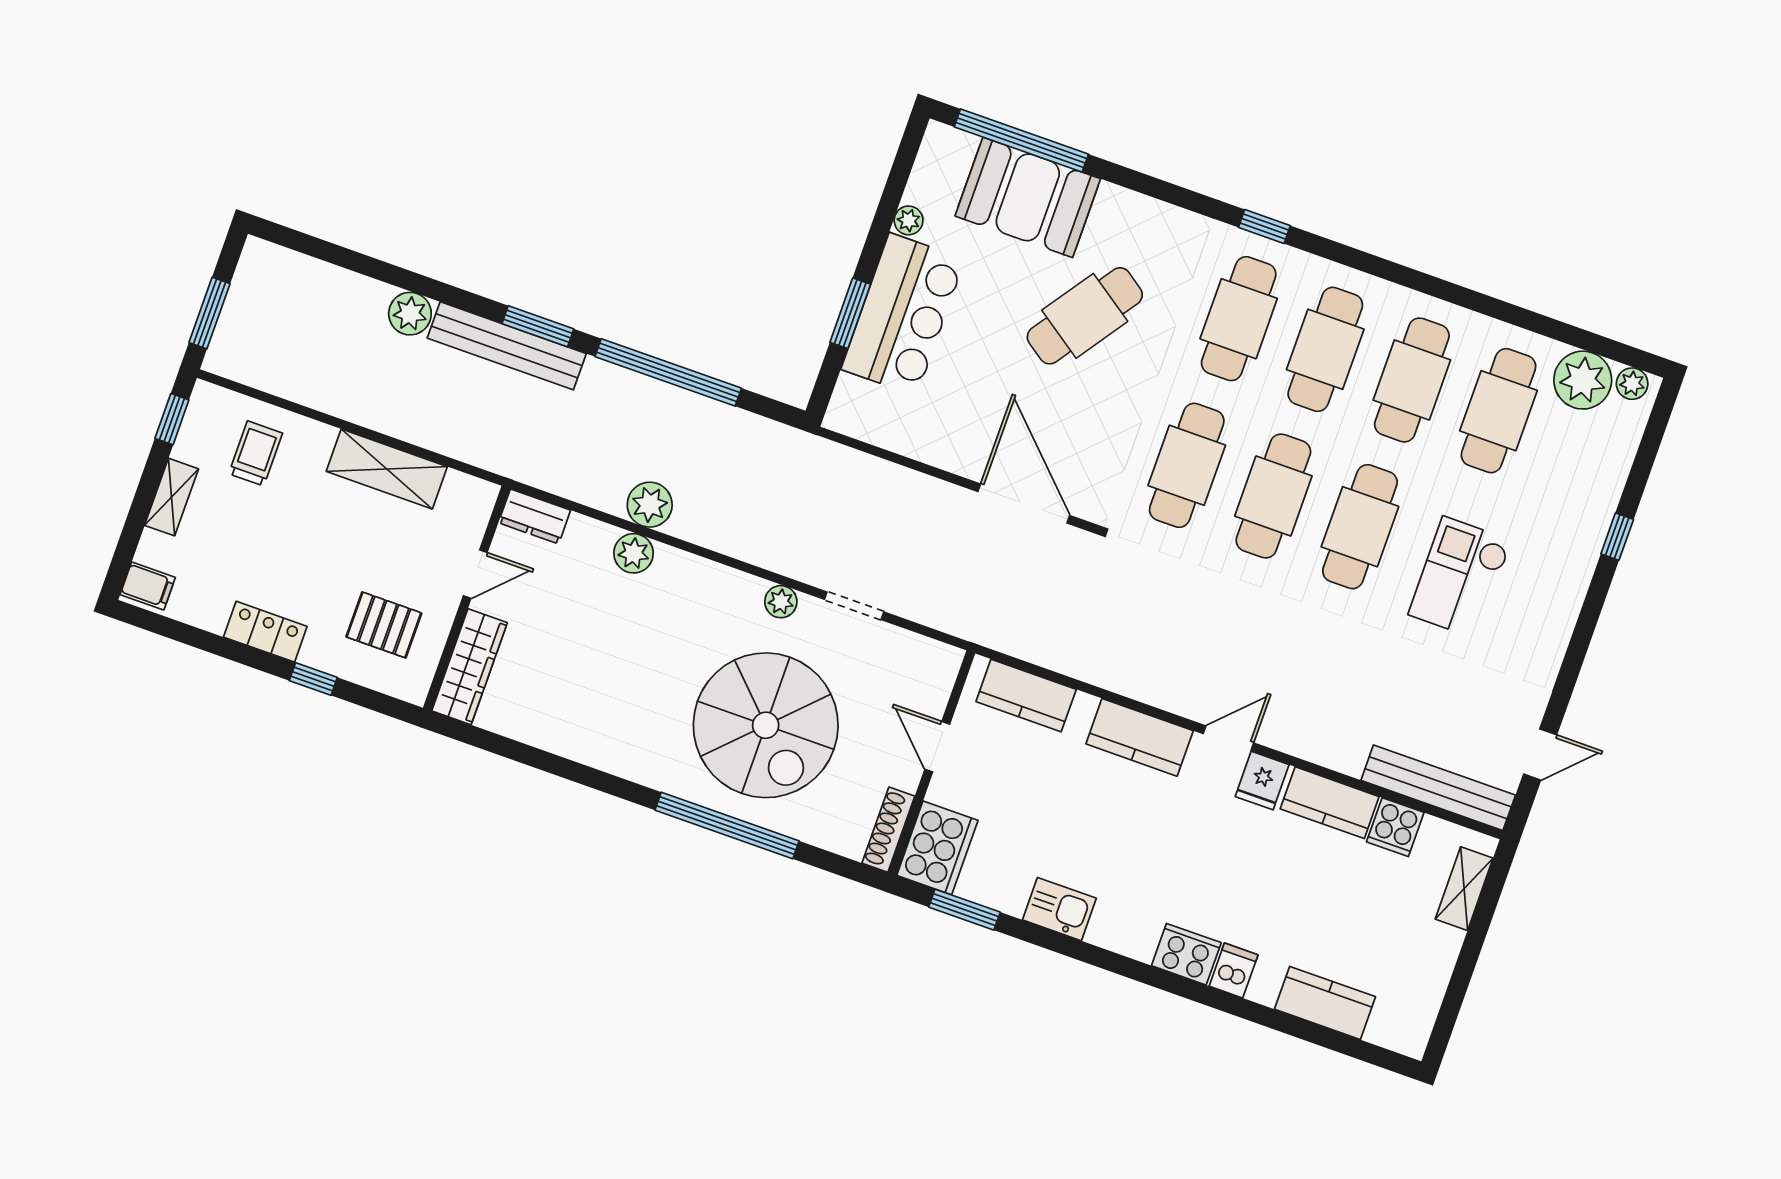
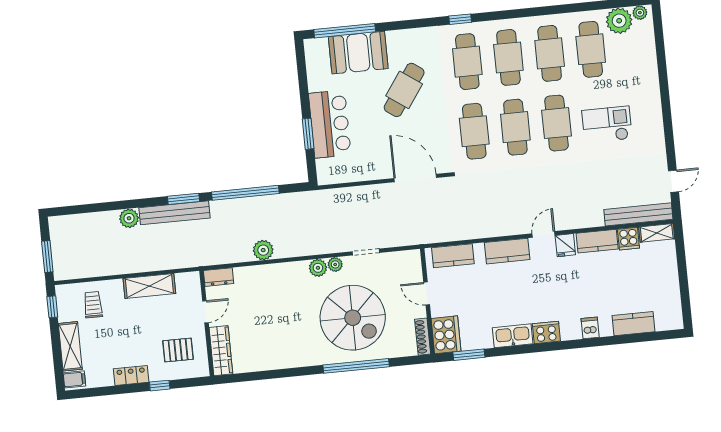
plant: (909, 220) -> (314, 85), removed
shelving: (172, 497) -> (70, 346), width x1.50, depth x1.33
window: (1617, 537) -> (663, 78), removed
plant: (634, 553) -> (318, 268), moved
checkout: (1460, 577) -> (607, 125), turned 90
shelving: (1464, 889) -> (657, 233), moved, turned 90
kitchen sink: (1059, 909) -> (513, 336), width x1.38
cooker: (1186, 954) -> (546, 332), moved

